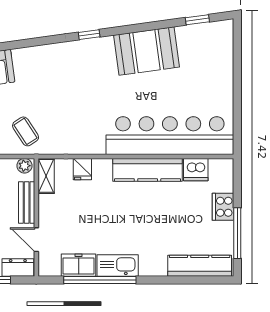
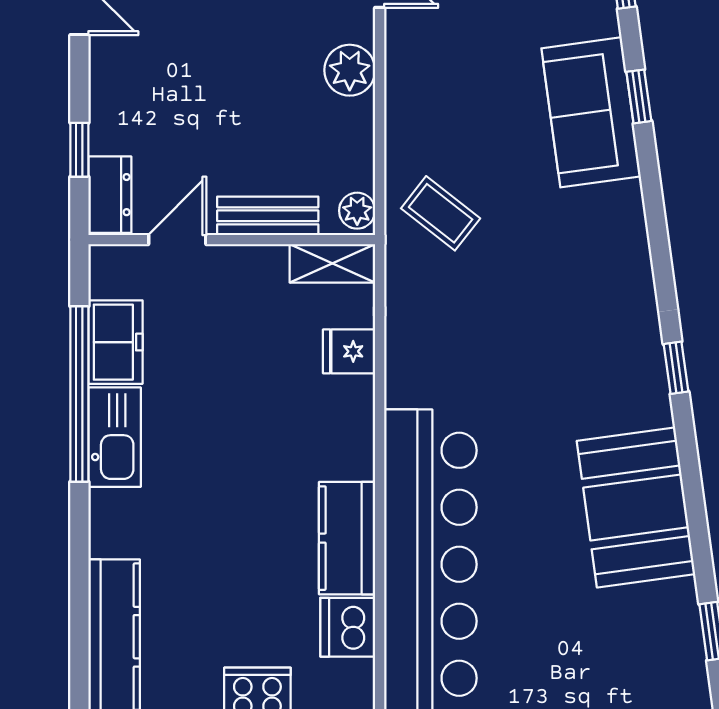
coffee table: (26, 131) -> (441, 213), turned 71
kitchen counter: (148, 170) -> (347, 538), width x0.67

